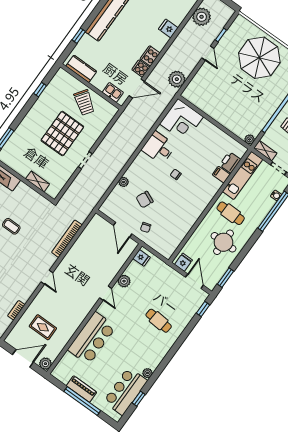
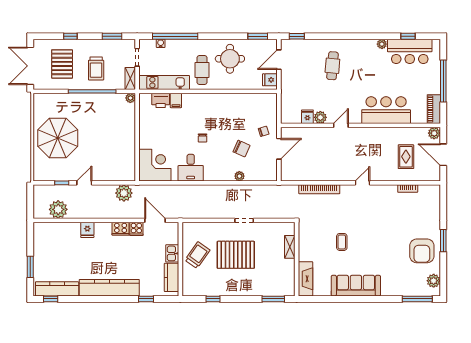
kitchen sink: (113, 92) -> (172, 253), moved
fridge: (142, 258) -> (307, 117), moved
piano: (82, 389) -> (434, 109), moved

